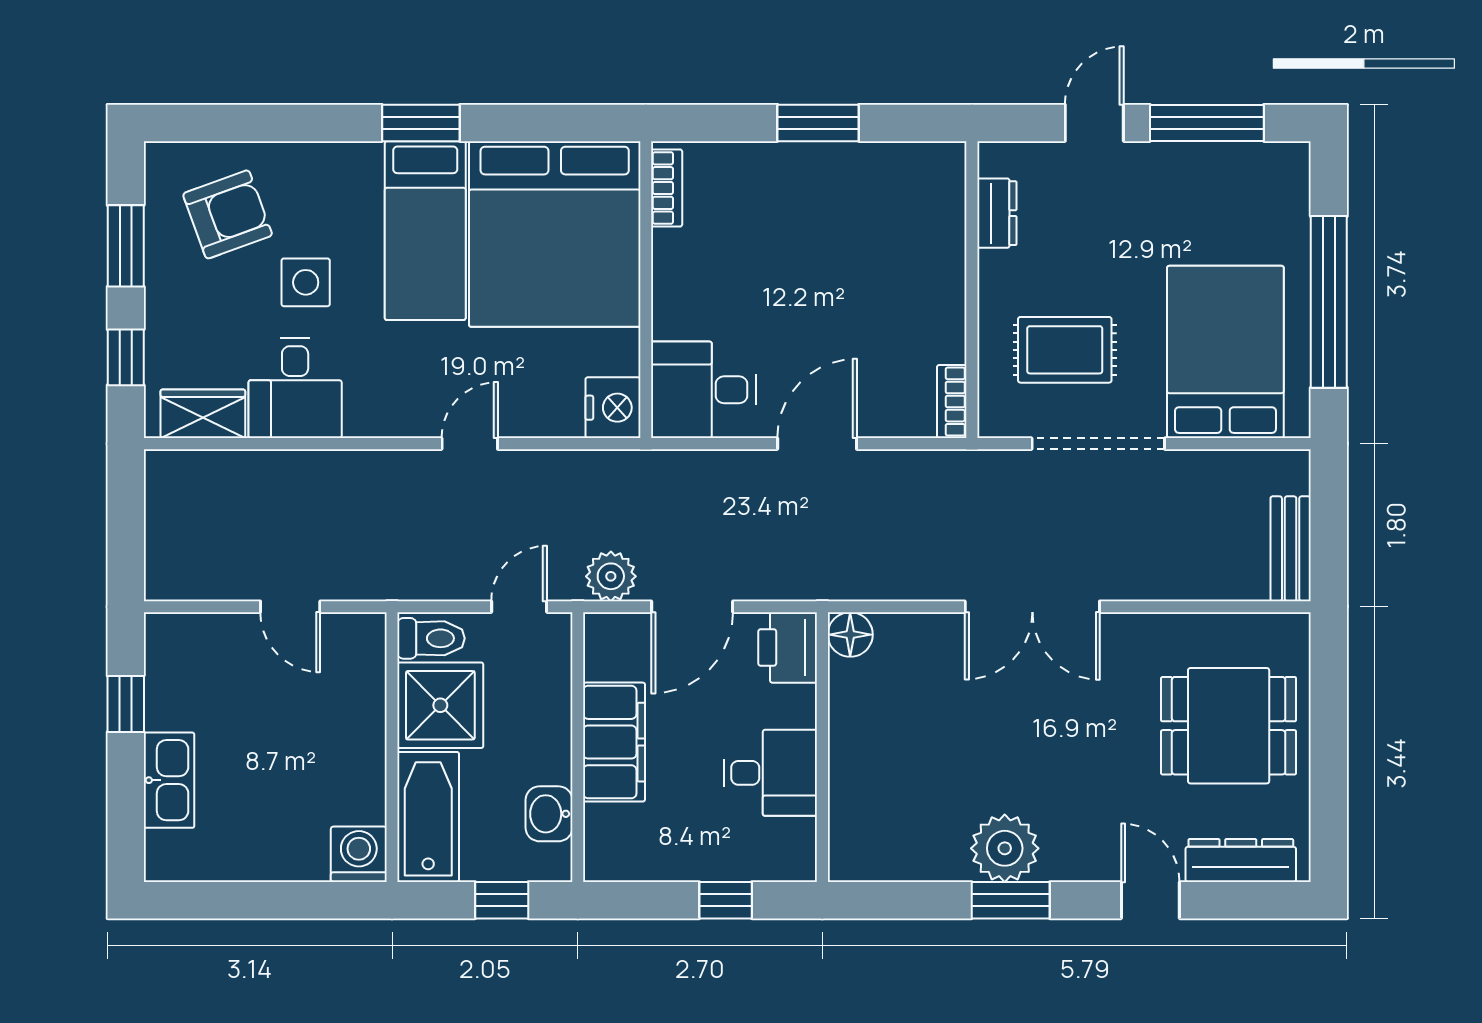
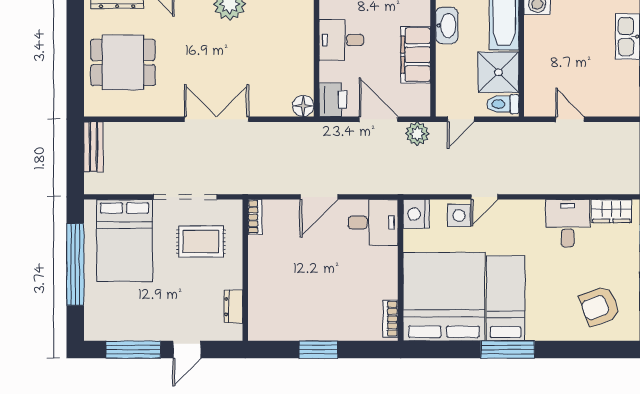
window: (421, 123) -> (508, 350), width x1.44
side table: (306, 282) -> (459, 215), moved
door: (692, 607) -> (378, 119), hinge flipped
washbasin: (549, 814) -> (447, 26), width x1.38

